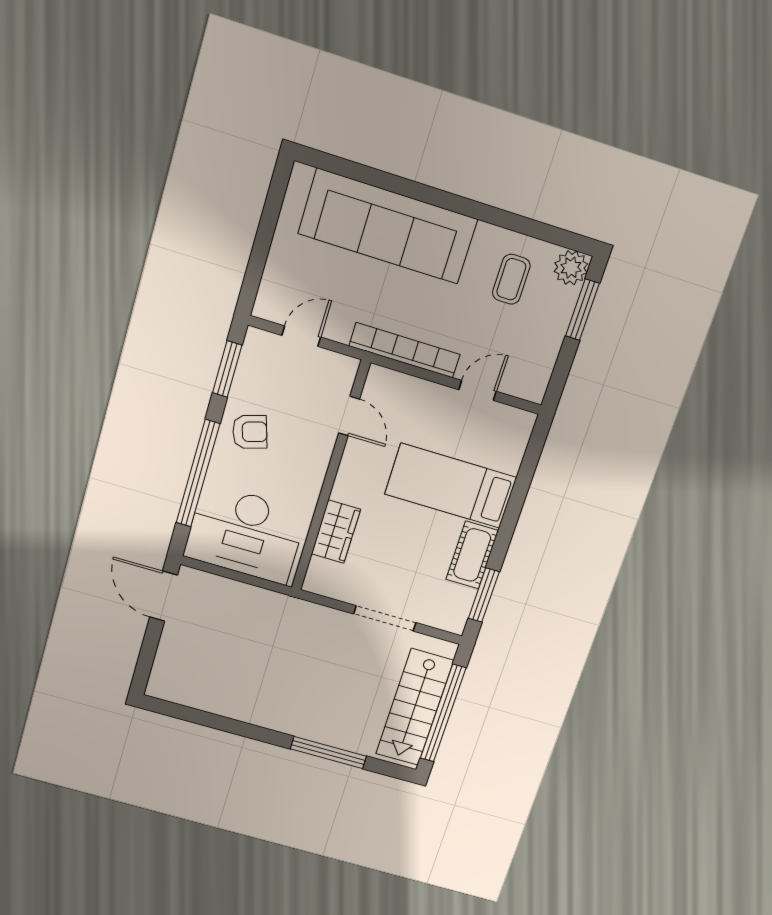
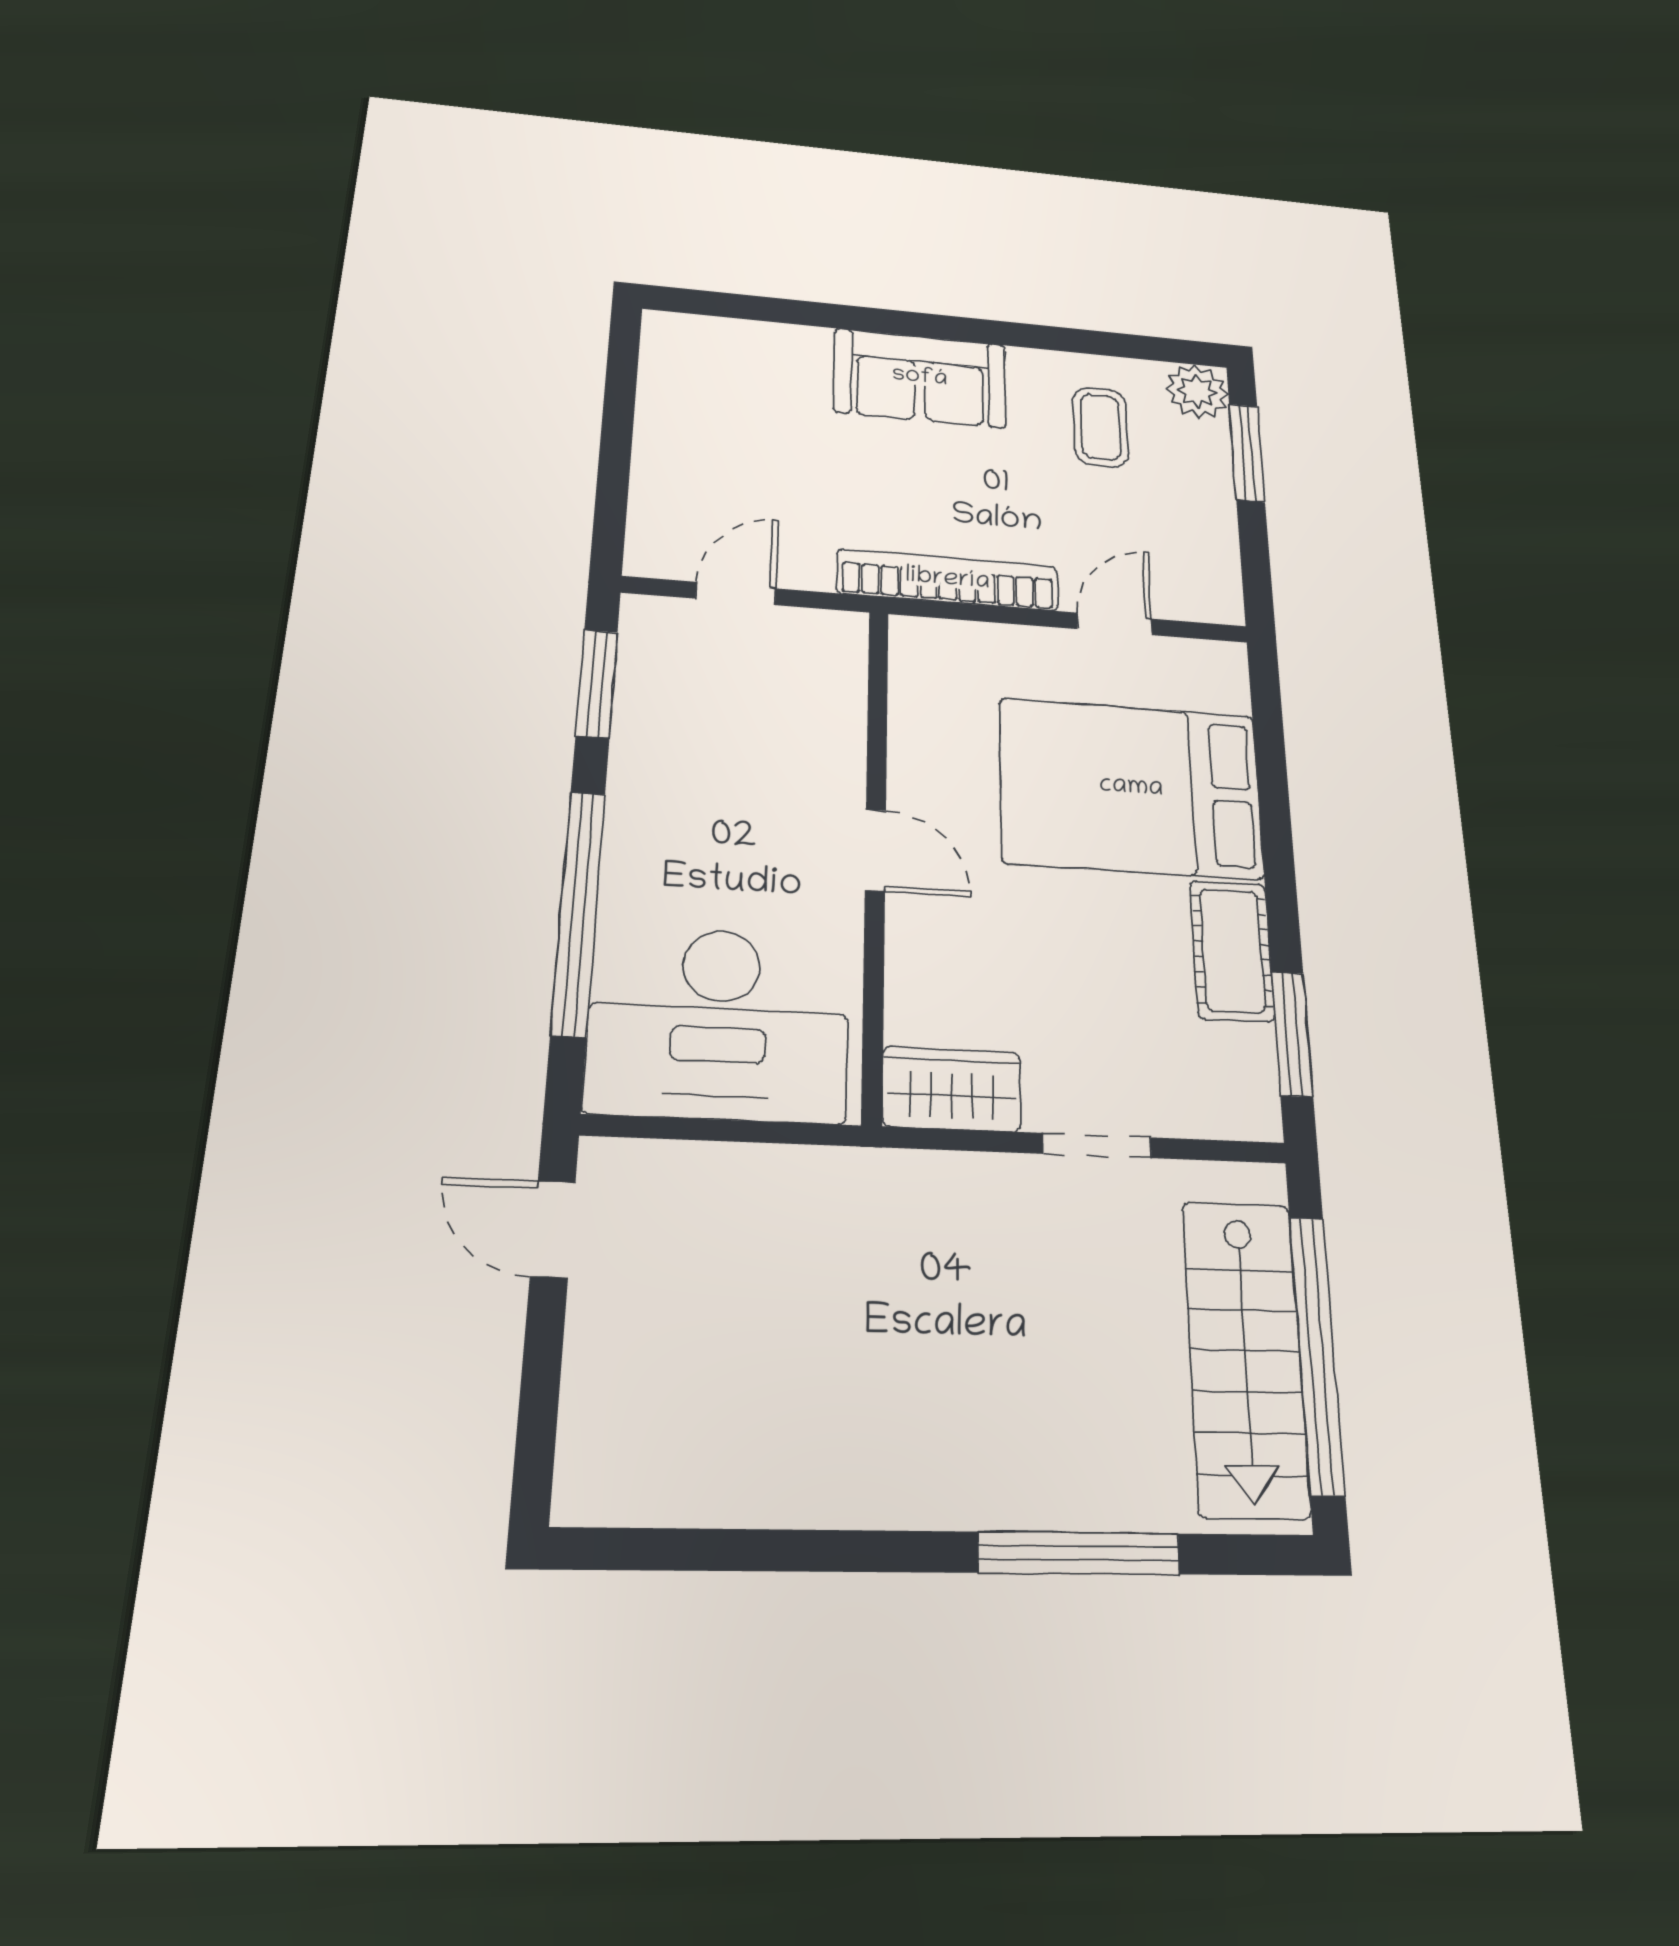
sofa: (388, 226) -> (920, 378), width x0.54, depth x0.79
door: (349, 416) -> (875, 850), moved
armchair: (250, 432) -> (675, 798), removed
bed: (451, 486) -> (1131, 788), width x1.50
wardrobe: (336, 532) -> (952, 1089), moved, turned -90
door: (164, 596) -> (553, 1229), width x0.73
doorway: (385, 618) -> (1097, 1146), width x0.73

